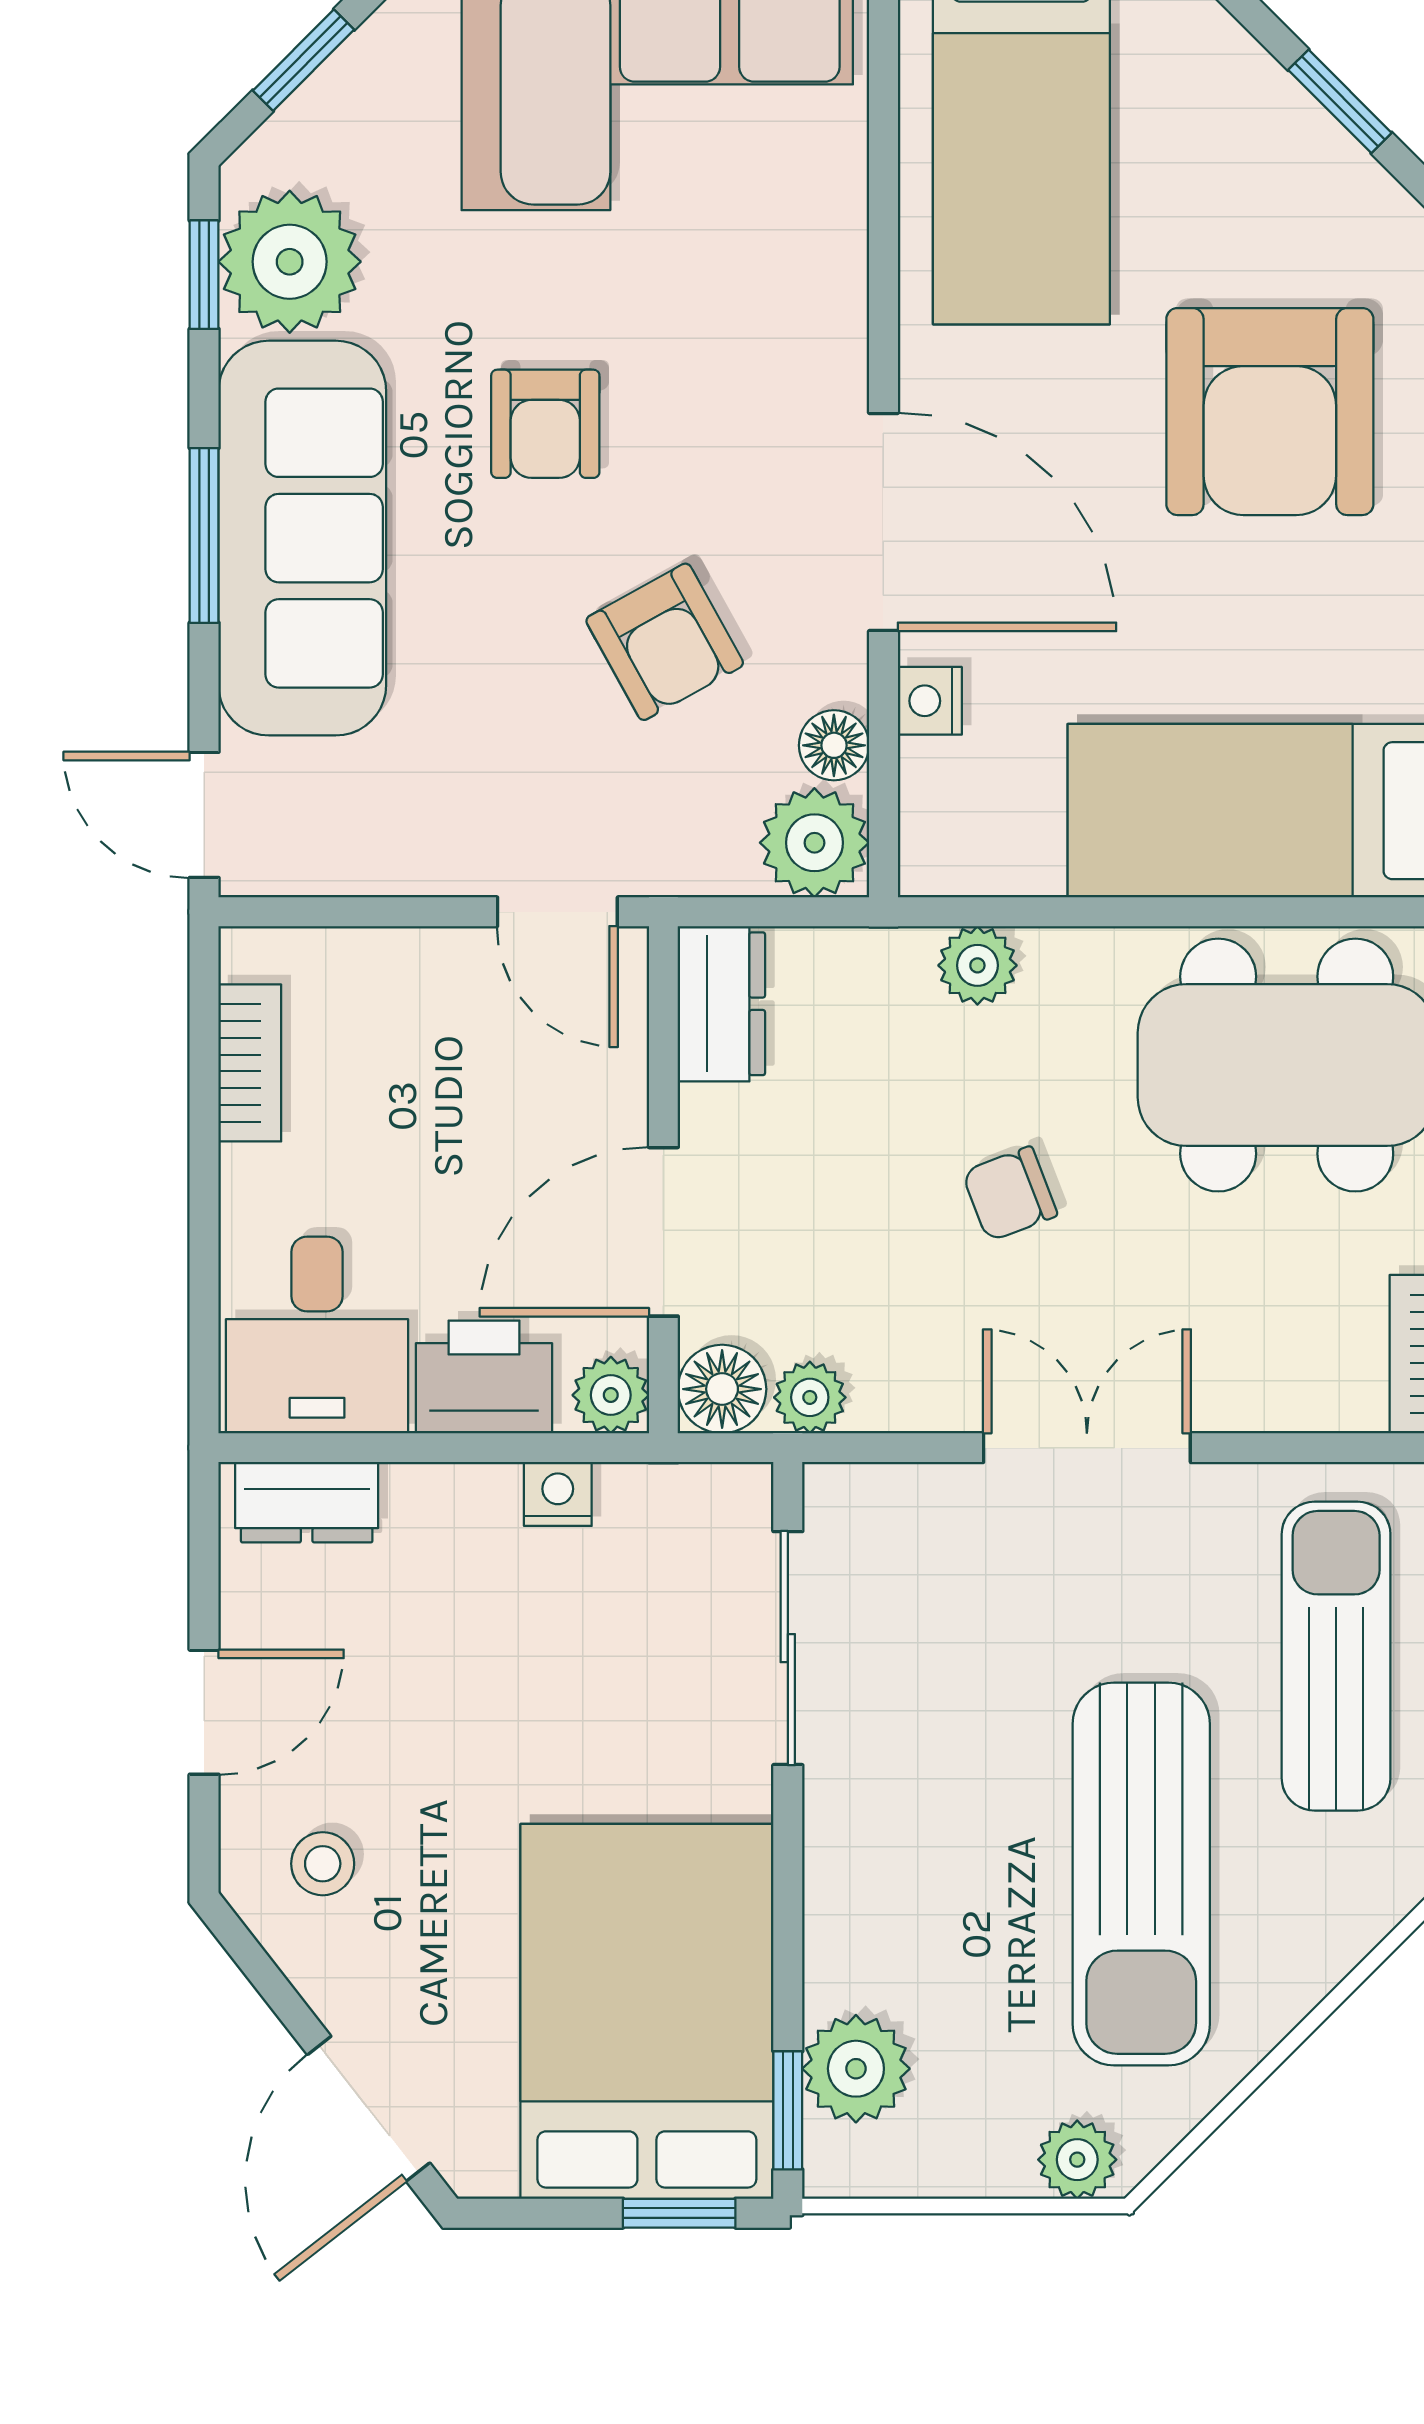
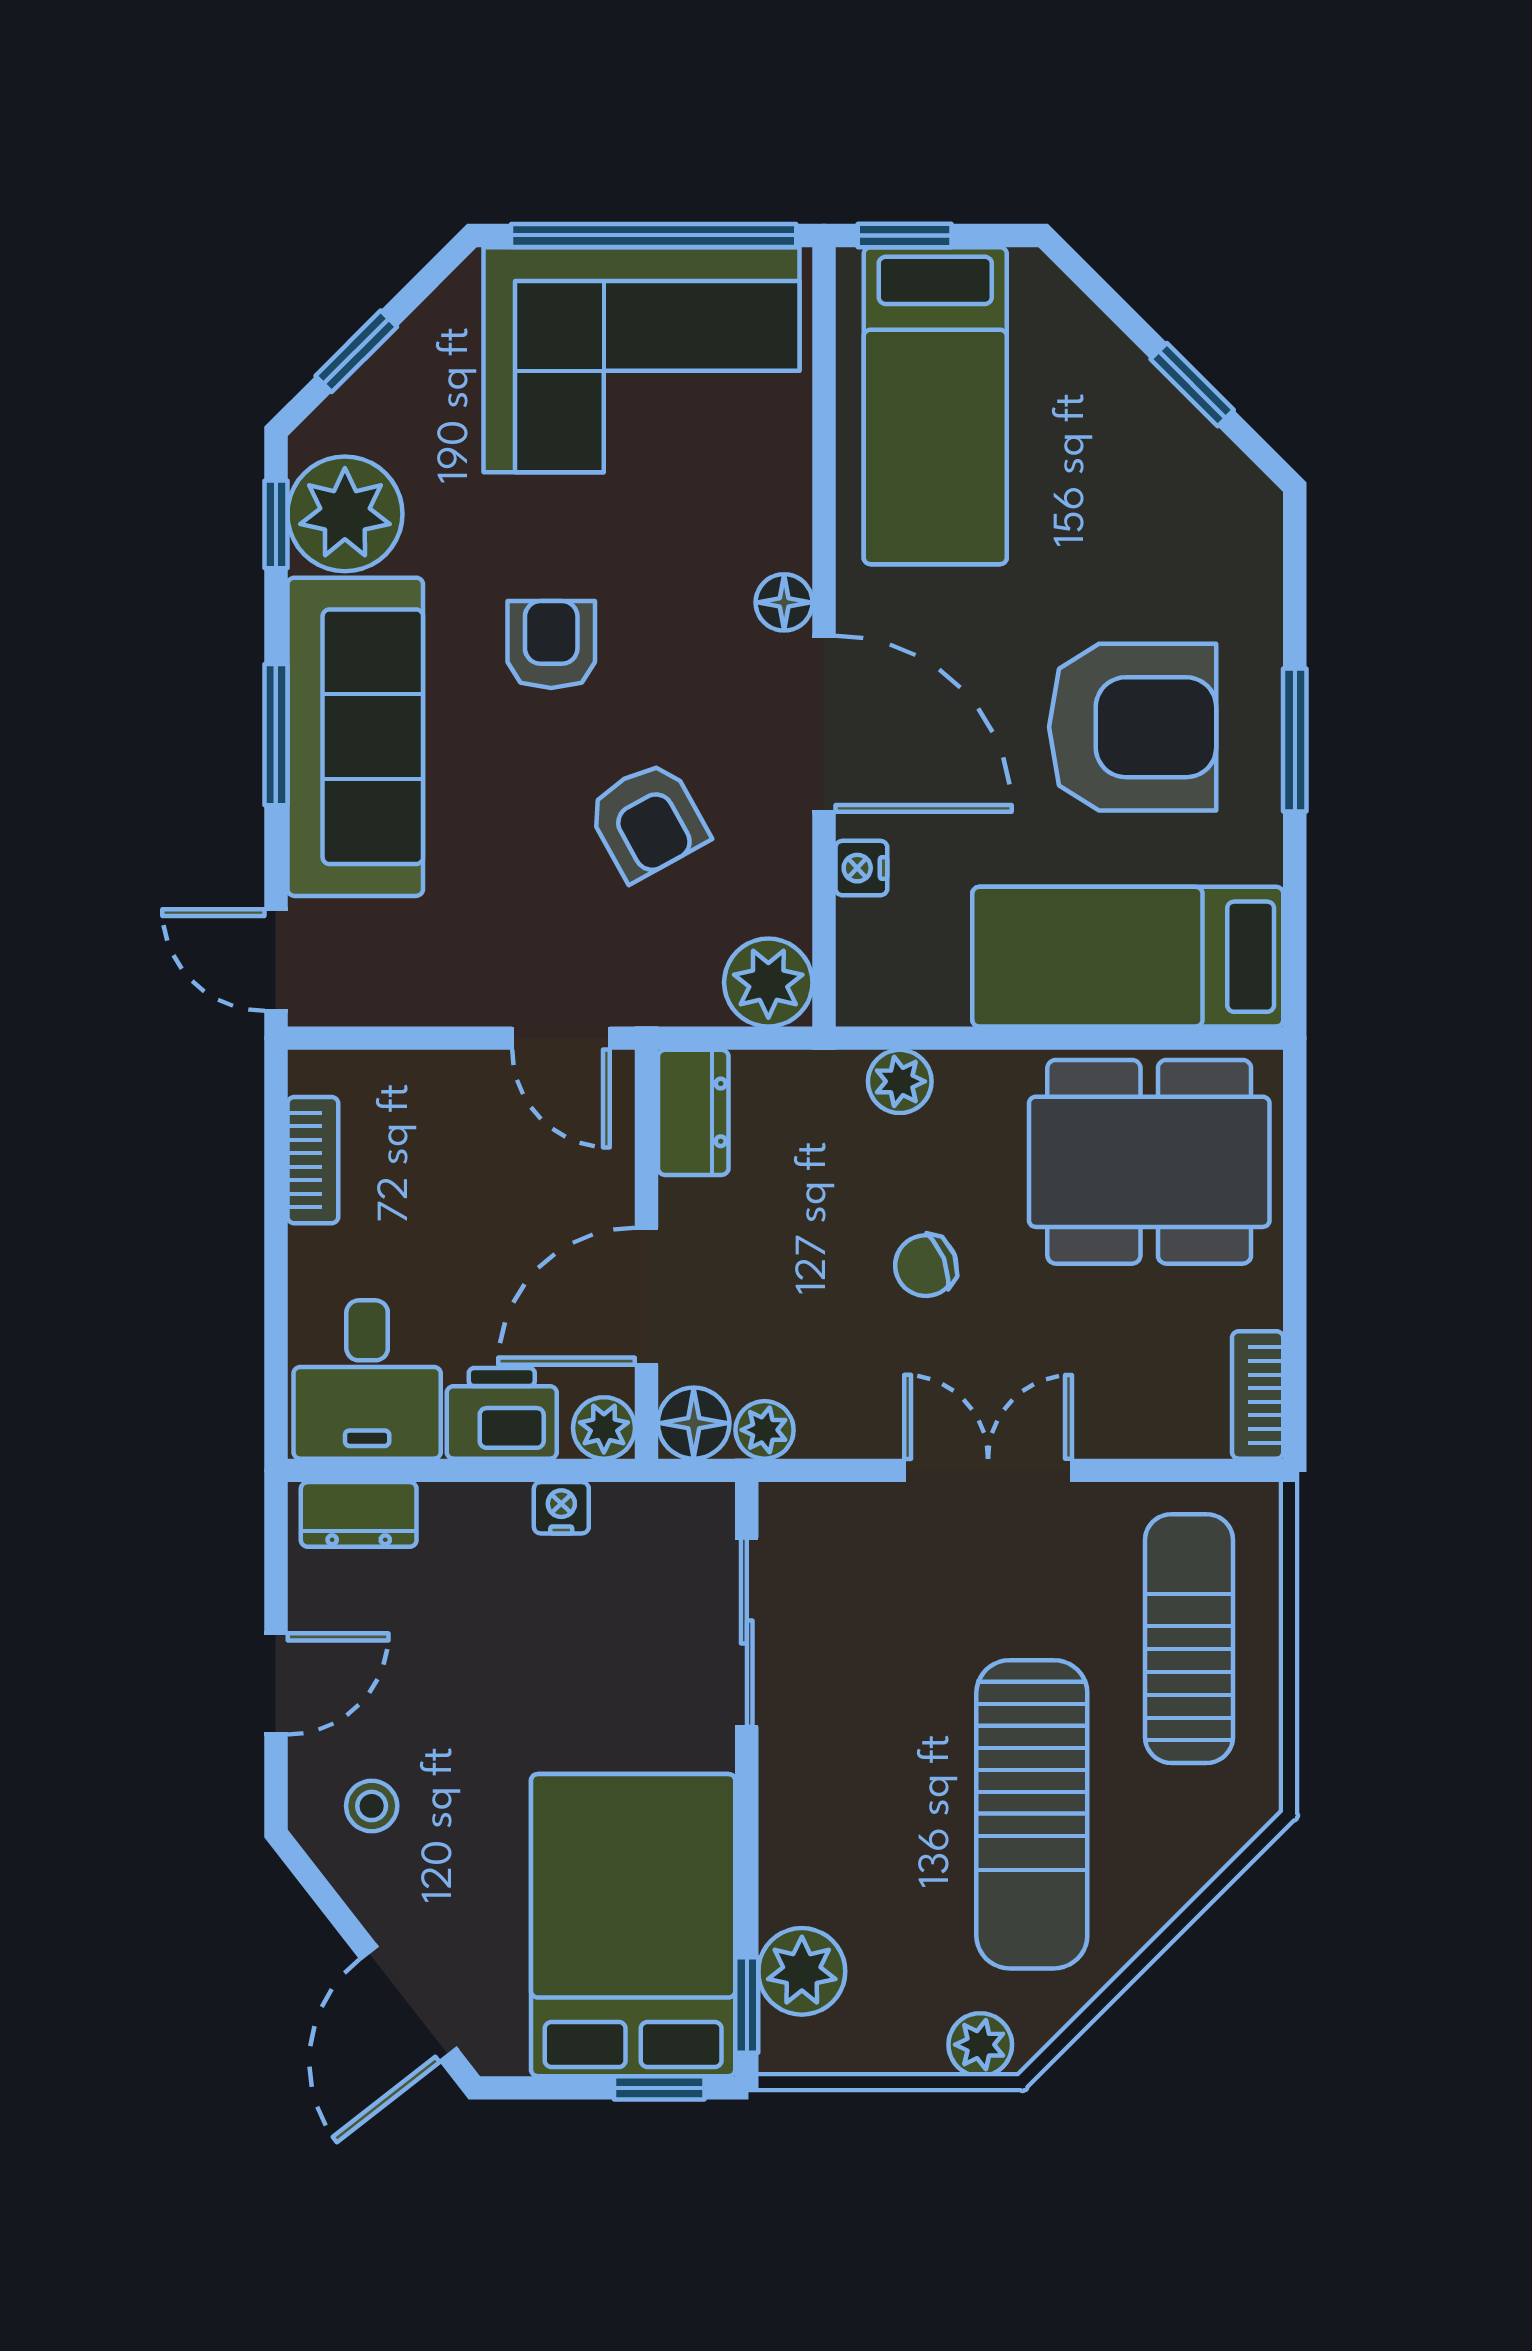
armchair: (1270, 412) -> (1133, 727), moved, turned -90
armchair: (545, 424) -> (551, 645), turned 180
floor lamp: (834, 745) -> (784, 602), moved

